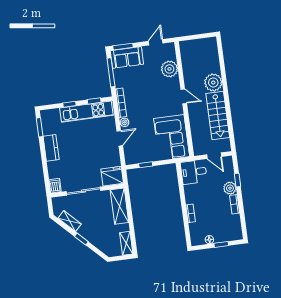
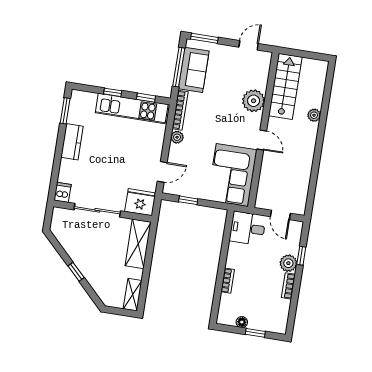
sofa: (127, 57) -> (194, 70), moved, turned -90
plant: (169, 69) -> (254, 101), moved
plant: (213, 83) -> (314, 115), width x0.53, depth x0.53
door: (184, 96) -> (262, 140), moved
stairs: (218, 115) -> (285, 86), moved, turned 180
door: (120, 138) -> (162, 172), moved
shelving: (70, 221) -> (68, 244), removed

